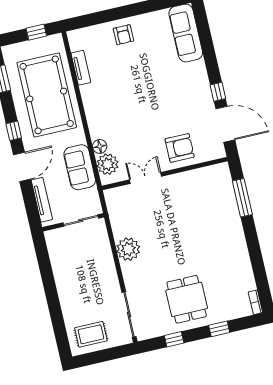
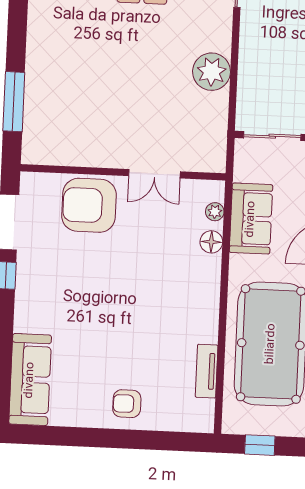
armchair: (123, 35) -> (127, 404), turned -90
armchair: (180, 148) -> (89, 205), width x1.36, depth x1.36
plant: (108, 164) -> (215, 212), width x0.53, depth x0.53

